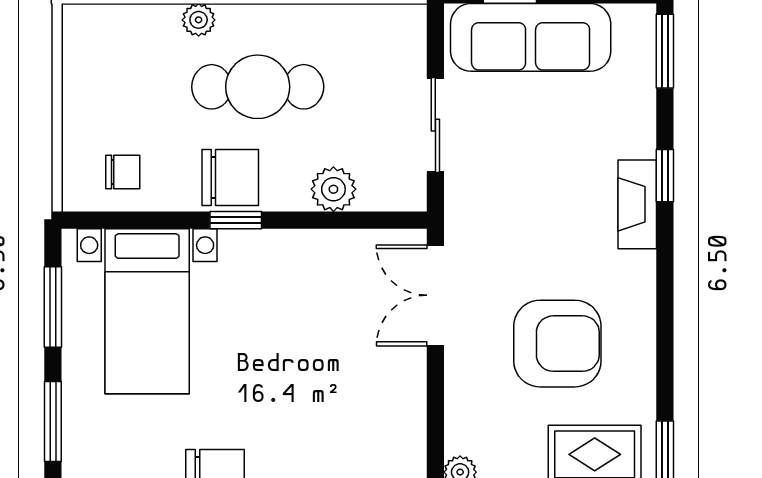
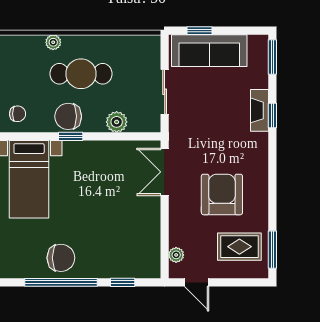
chair: (230, 178) -> (68, 116), turned 180
fireplace: (637, 204) -> (259, 110), moved
armchair: (557, 344) -> (222, 194), turned -90

